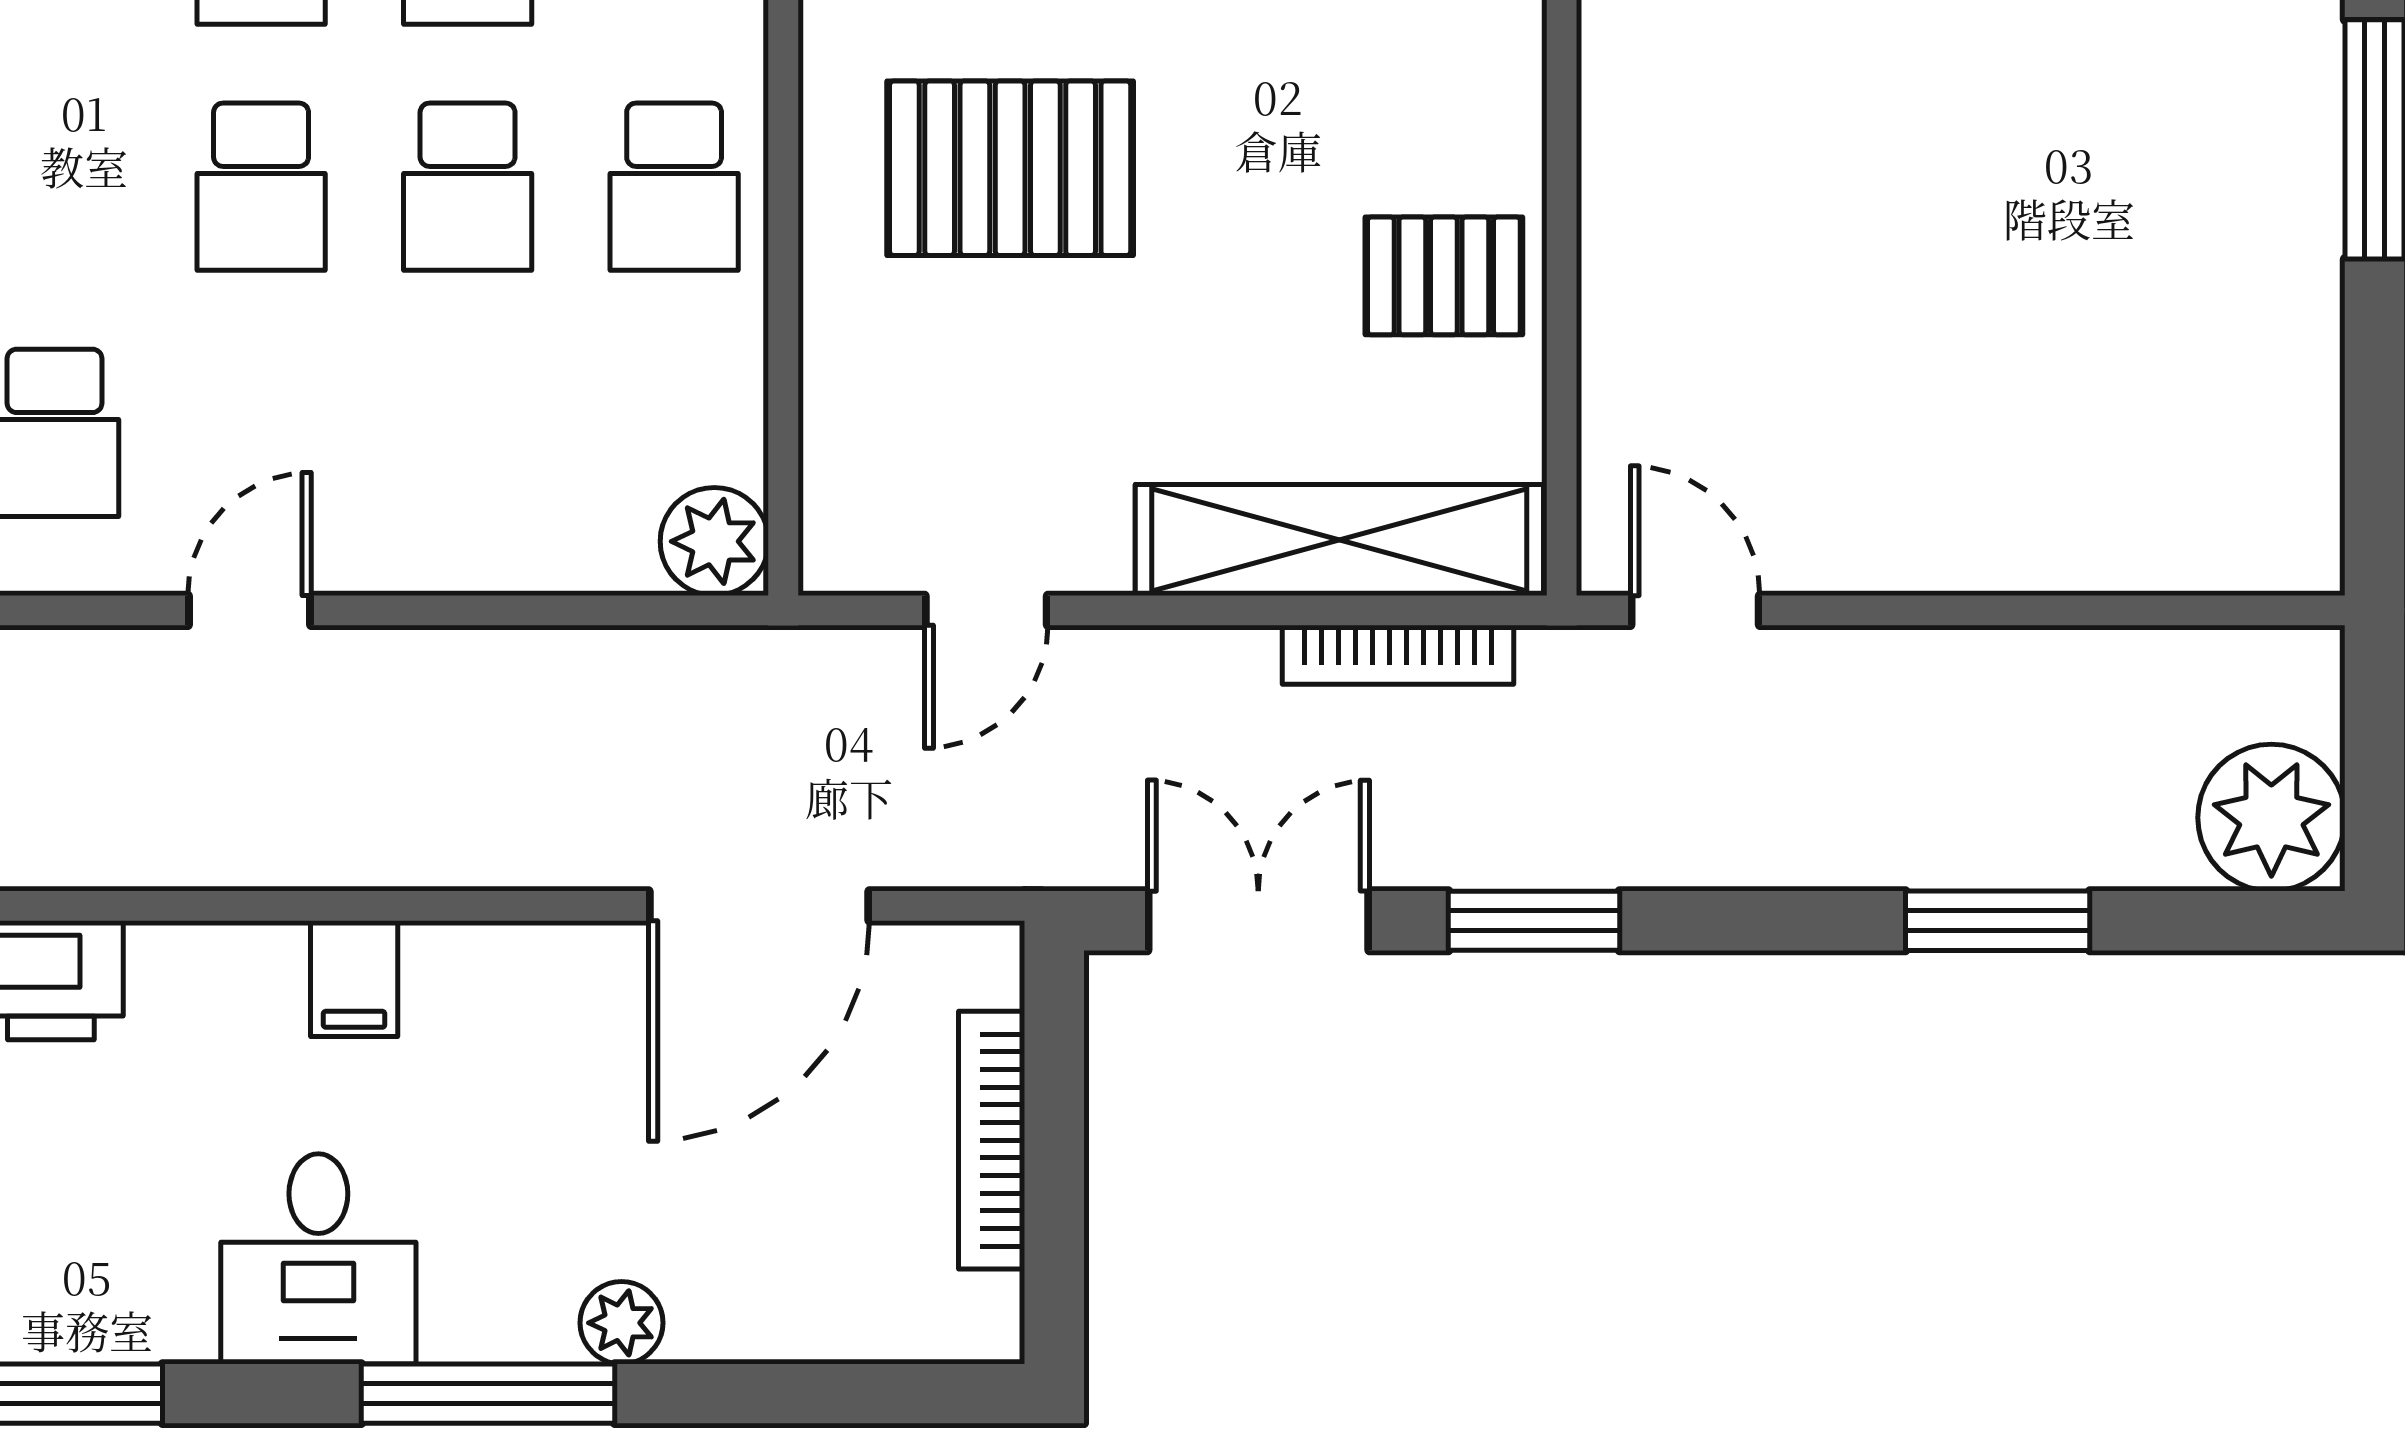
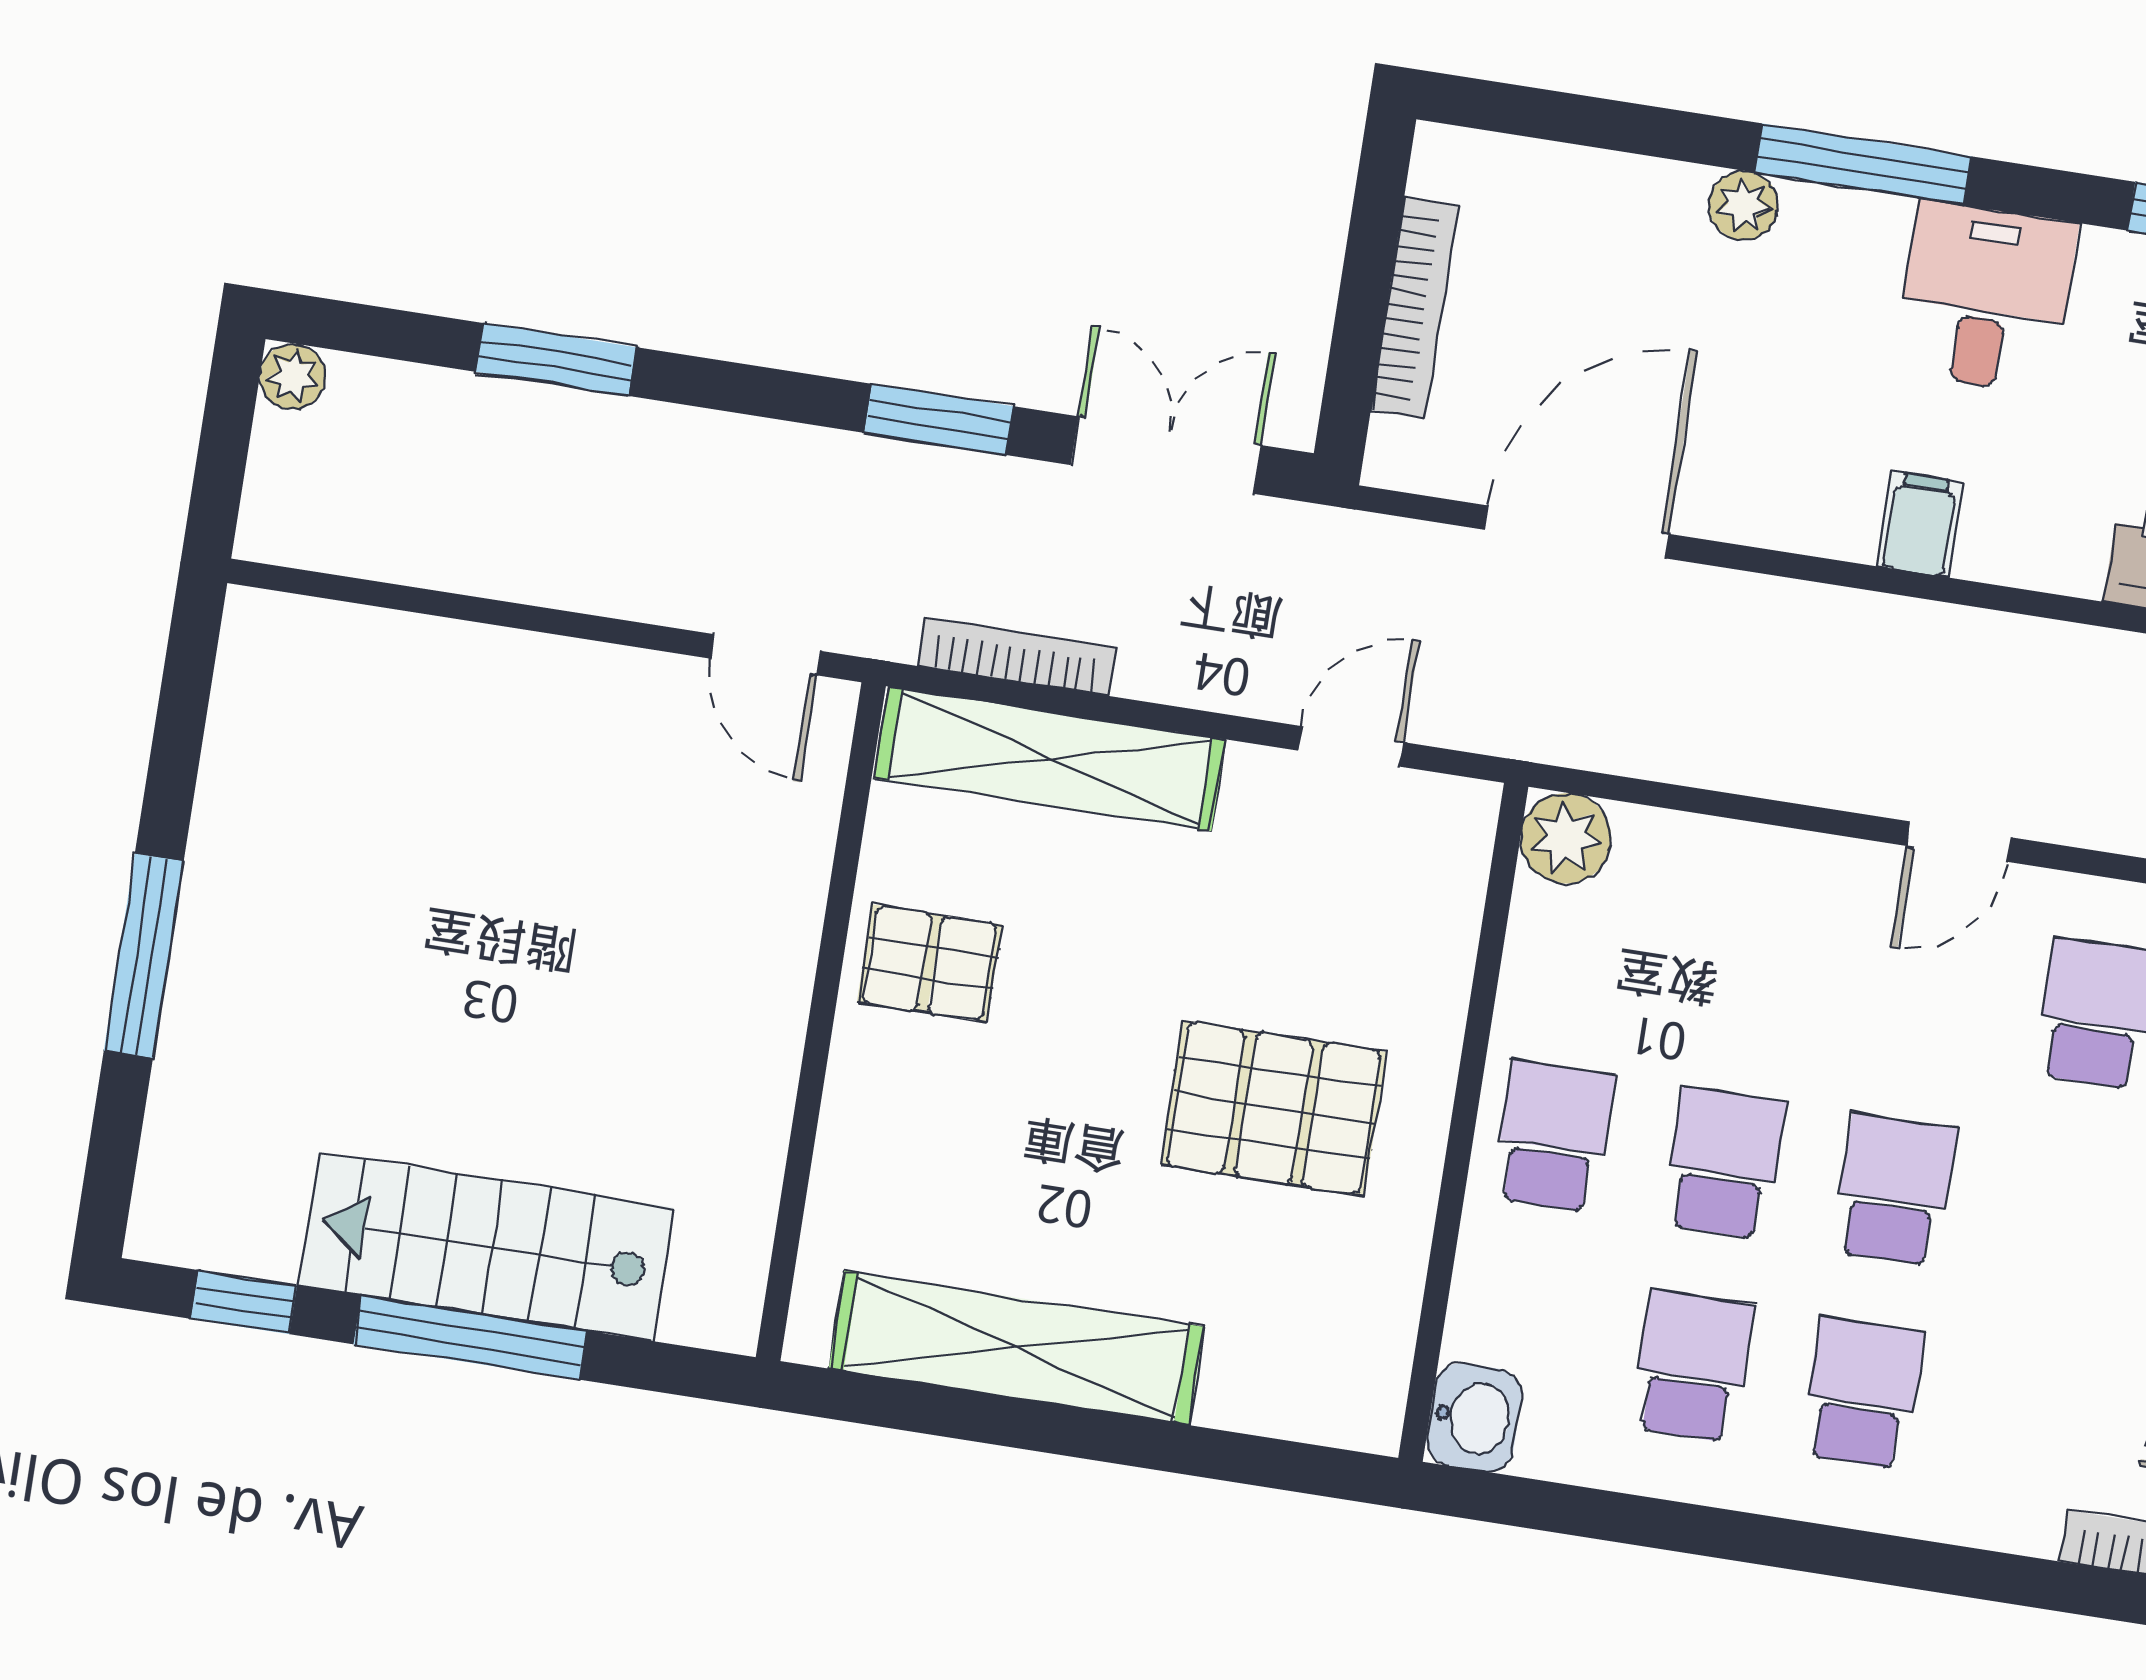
plant: (2271, 818) -> (293, 376), width x0.53, depth x0.53
double door: (1258, 921) -> (1166, 455), swing flipped

